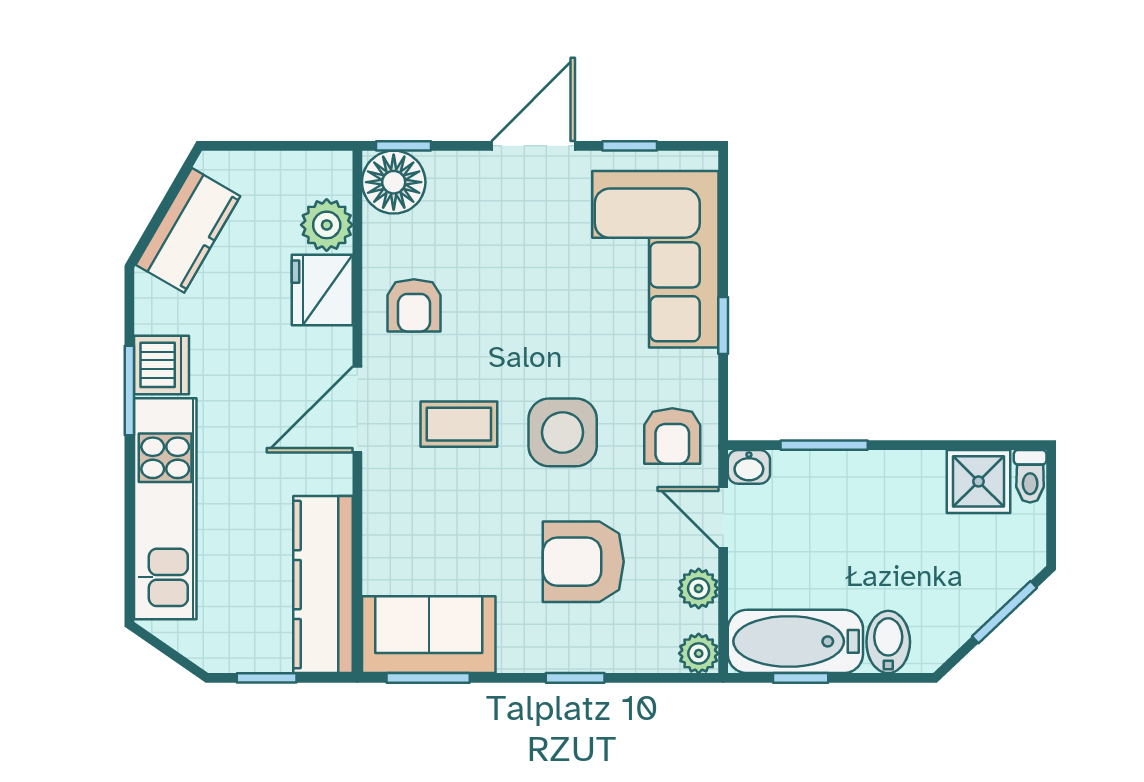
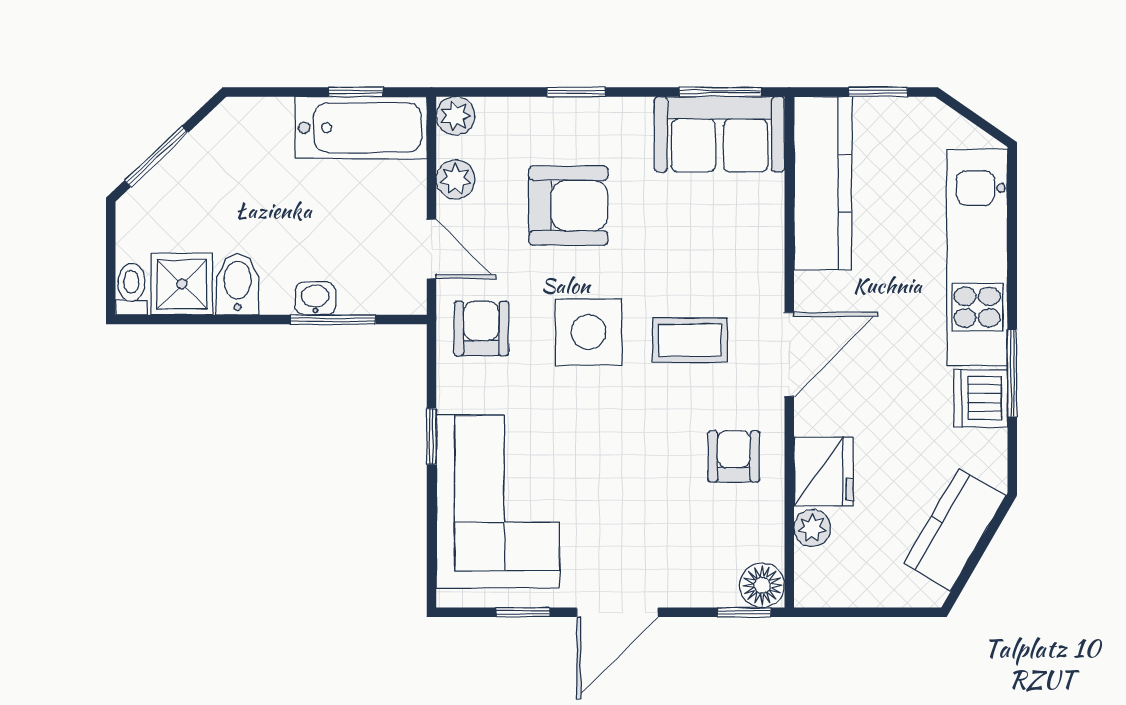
floor lamp: (394, 182) -> (762, 585), width x0.73, depth x0.73
plant: (327, 225) -> (812, 528), width x0.73, depth x0.73
washbasin: (749, 467) -> (315, 298), moved
bidet: (888, 642) -> (238, 284), moved, turned 180

